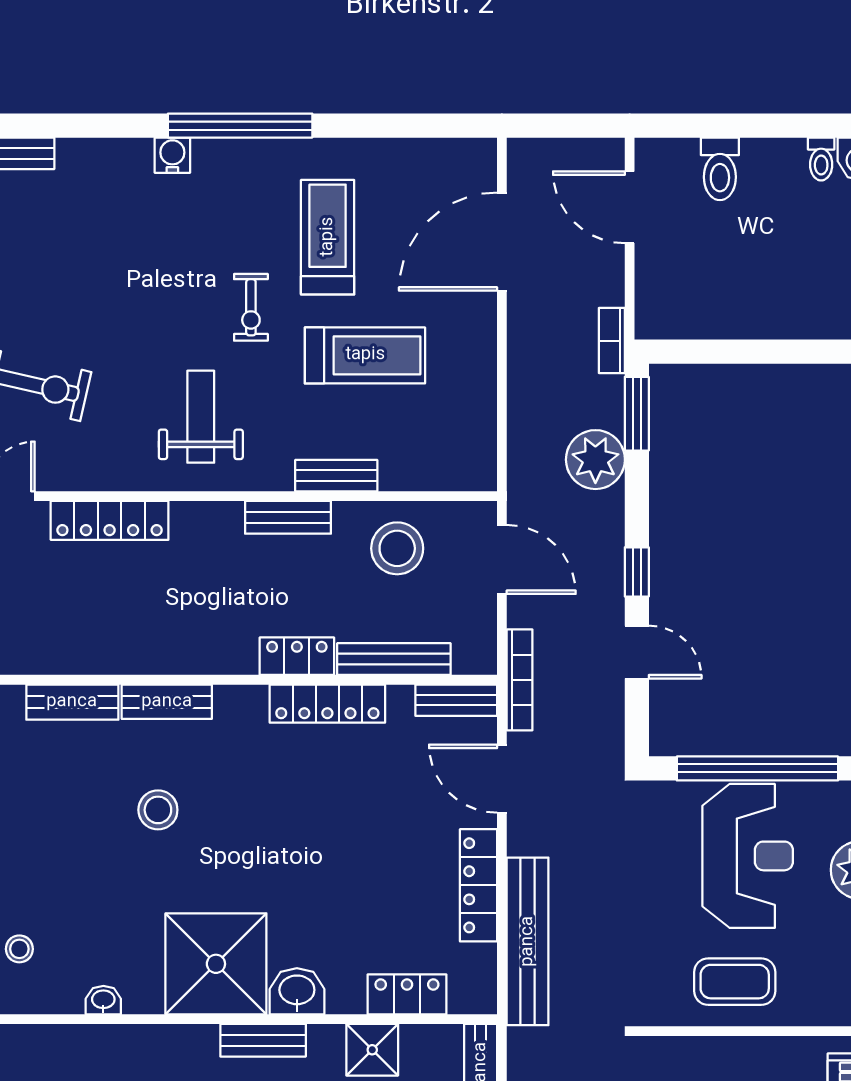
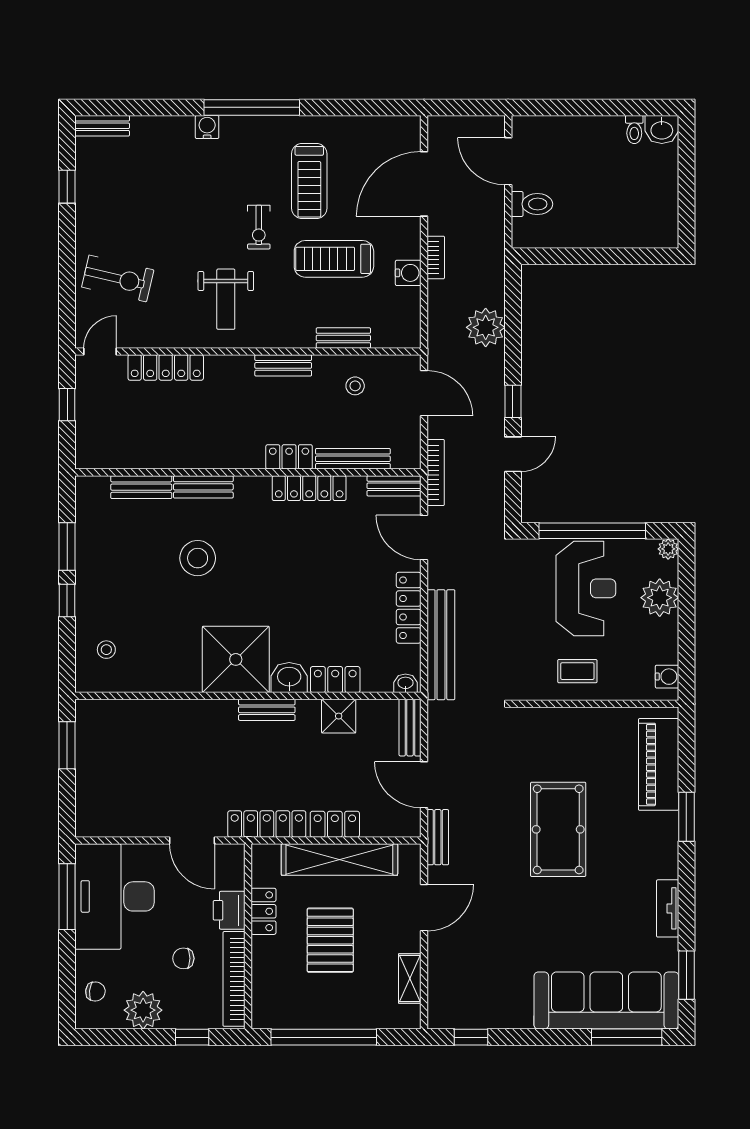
toilet: (720, 169) -> (532, 204), moved, turned -90
treadmill: (328, 237) -> (309, 181), turned 180
bookcase: (612, 341) -> (436, 257), moved, turned 180
treadmill: (365, 355) -> (334, 259), turned 180
water cooler: (478, 377) -> (408, 273), added
window: (637, 414) -> (513, 297), removed
weight bench: (201, 417) -> (226, 299), turned 180
bench: (336, 476) -> (343, 338), moved
stool: (397, 548) -> (355, 386), width x0.53, depth x0.53
door: (637, 652) -> (513, 454), hinge flipped
stool: (158, 810) -> (198, 558), width x1.38, depth x1.38
coffee table: (735, 982) -> (577, 671), width x0.73, depth x0.77
locker: (407, 994) -> (335, 680), moved
washbasin: (103, 1000) -> (405, 683), moved

